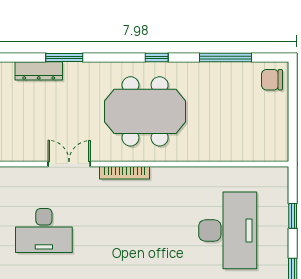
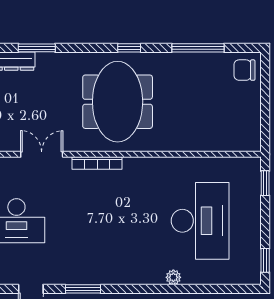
meeting table: (145, 111) -> (118, 102), turned 90
window: (293, 216) -> (265, 183), moved

